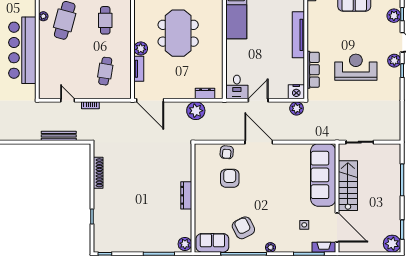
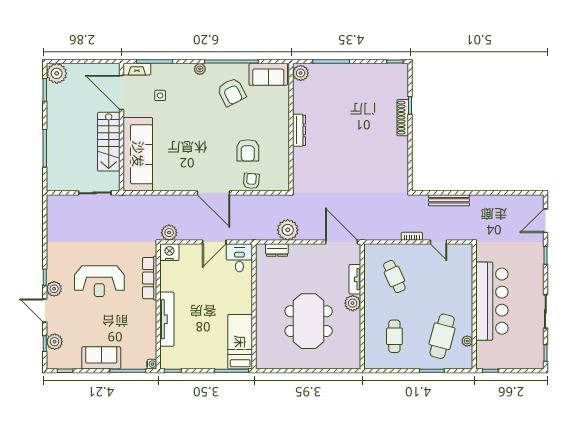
cafe table: (105, 71) -> (394, 277), turned -33
shoe rack: (98, 173) -> (403, 118), moved

